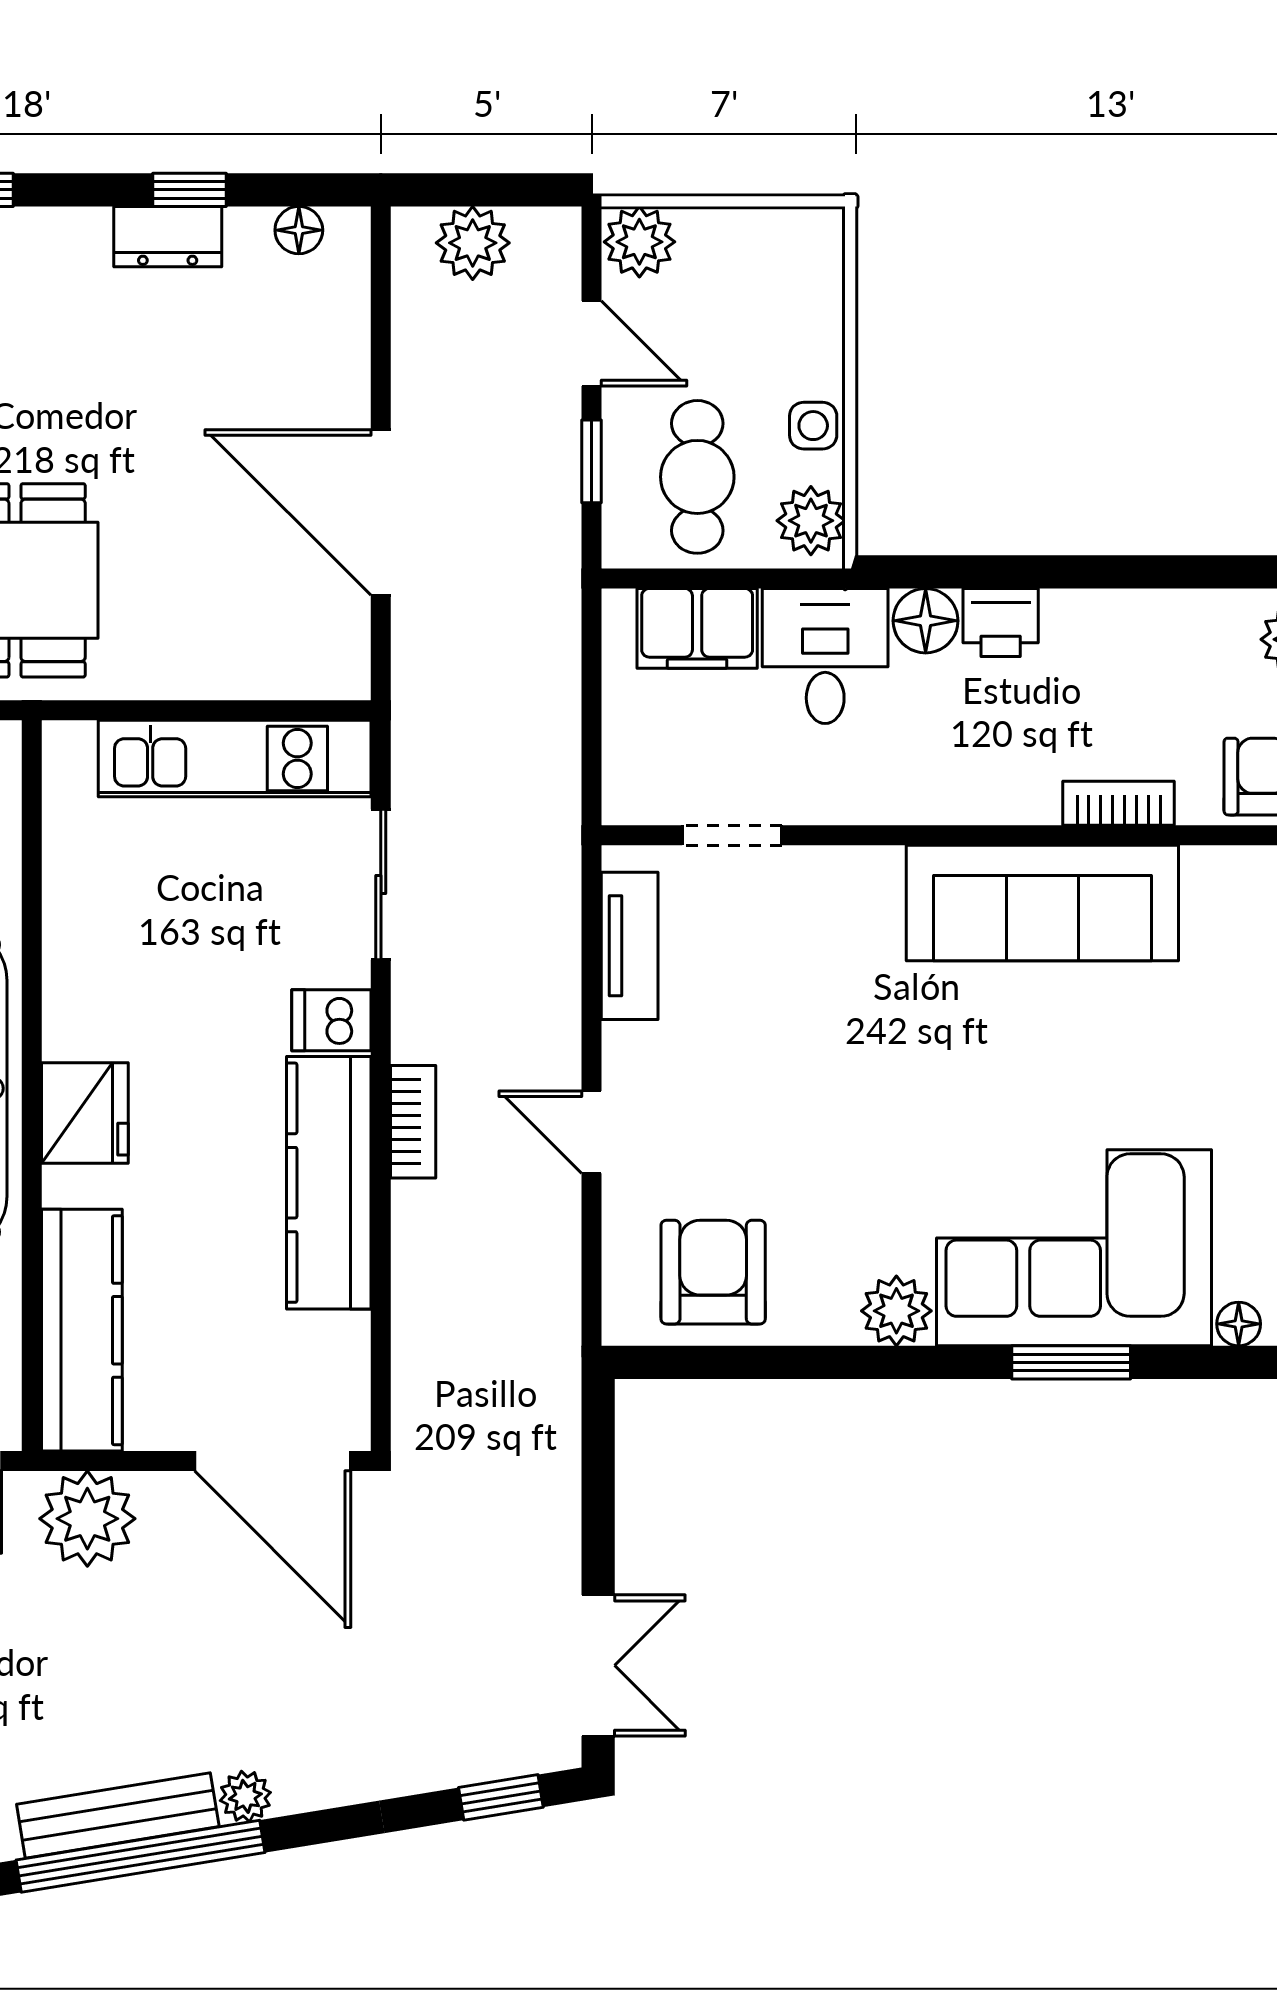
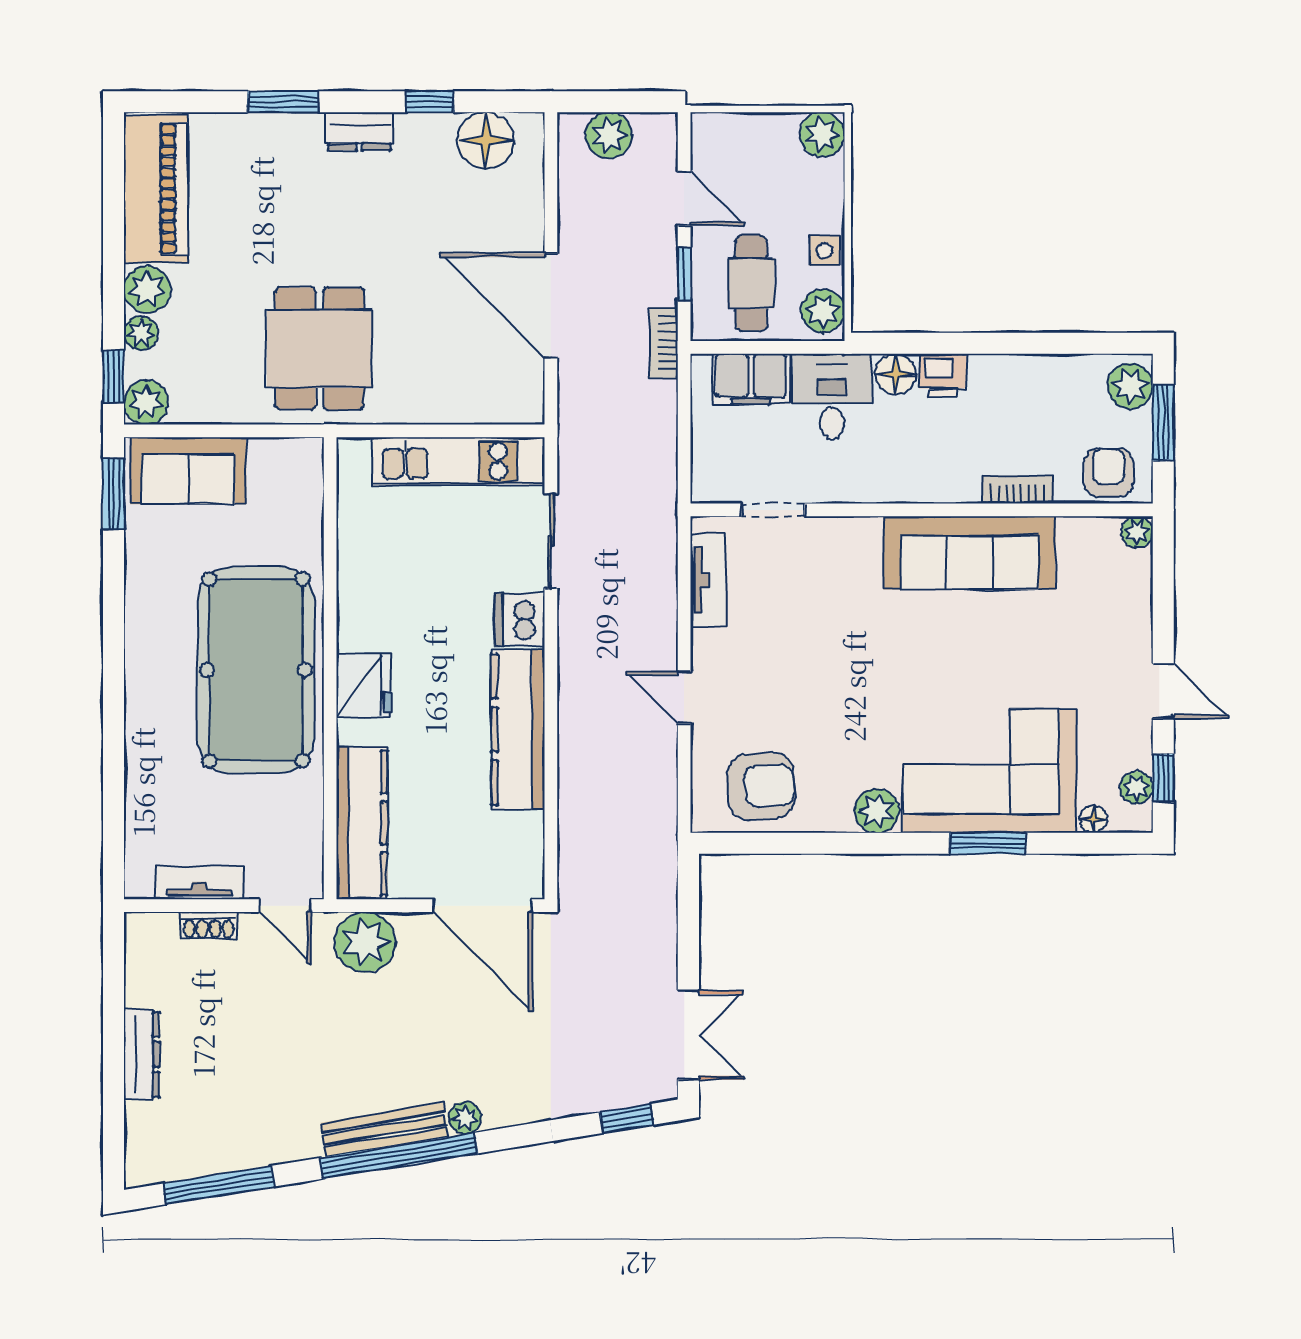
floor lamp: (299, 230) -> (486, 140), width x1.89, depth x1.89
dresser: (168, 237) -> (359, 131), moved
plant: (639, 242) -> (822, 134), moved
dishwasher: (331, 1020) -> (520, 620), width x1.38
bookcase: (413, 1122) -> (664, 343), moved, turned 180
armchair: (713, 1272) -> (761, 786), turned 86

